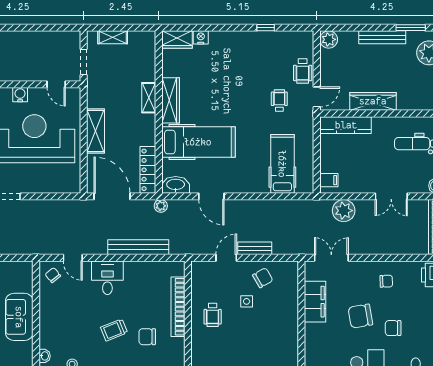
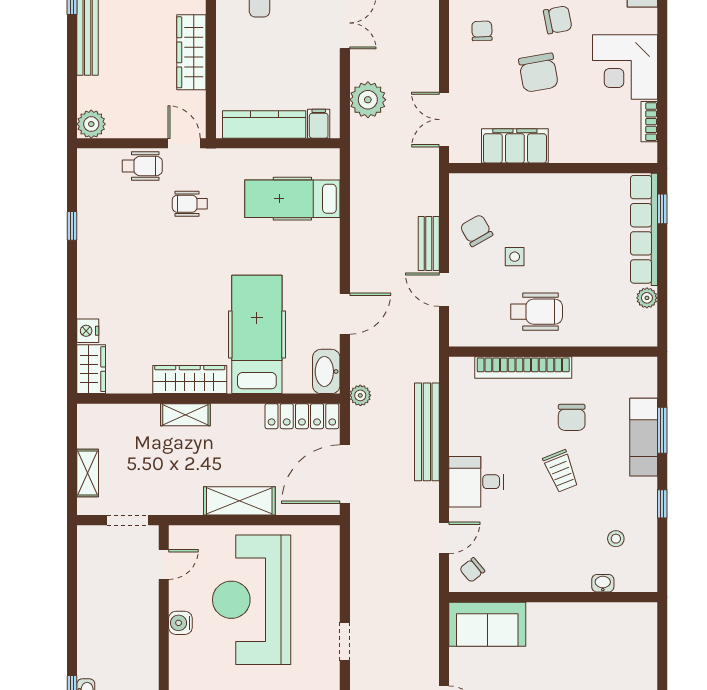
kitchen counter: (346, 125) -> (264, 124), moved, turned -90
wheelchair: (213, 315) -> (536, 312), width x1.36, depth x1.37
sofa: (19, 317) -> (487, 624), moved
chair: (393, 328) -> (558, 20), turned -101

